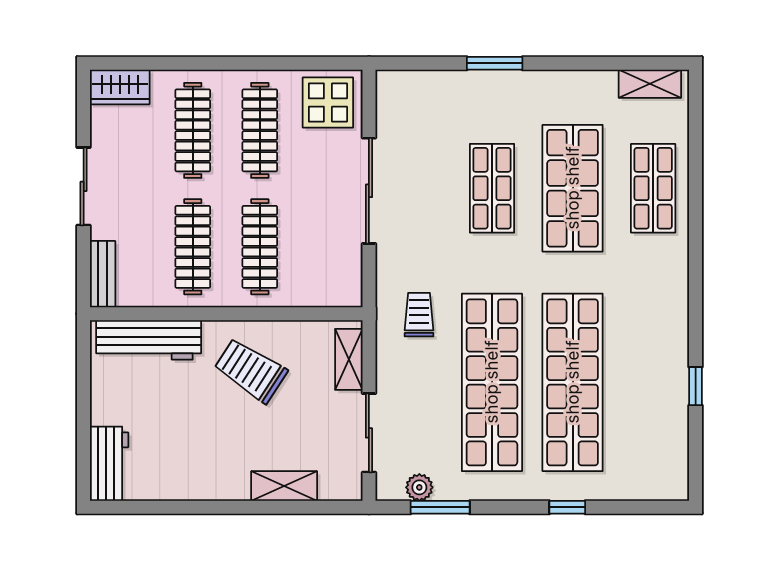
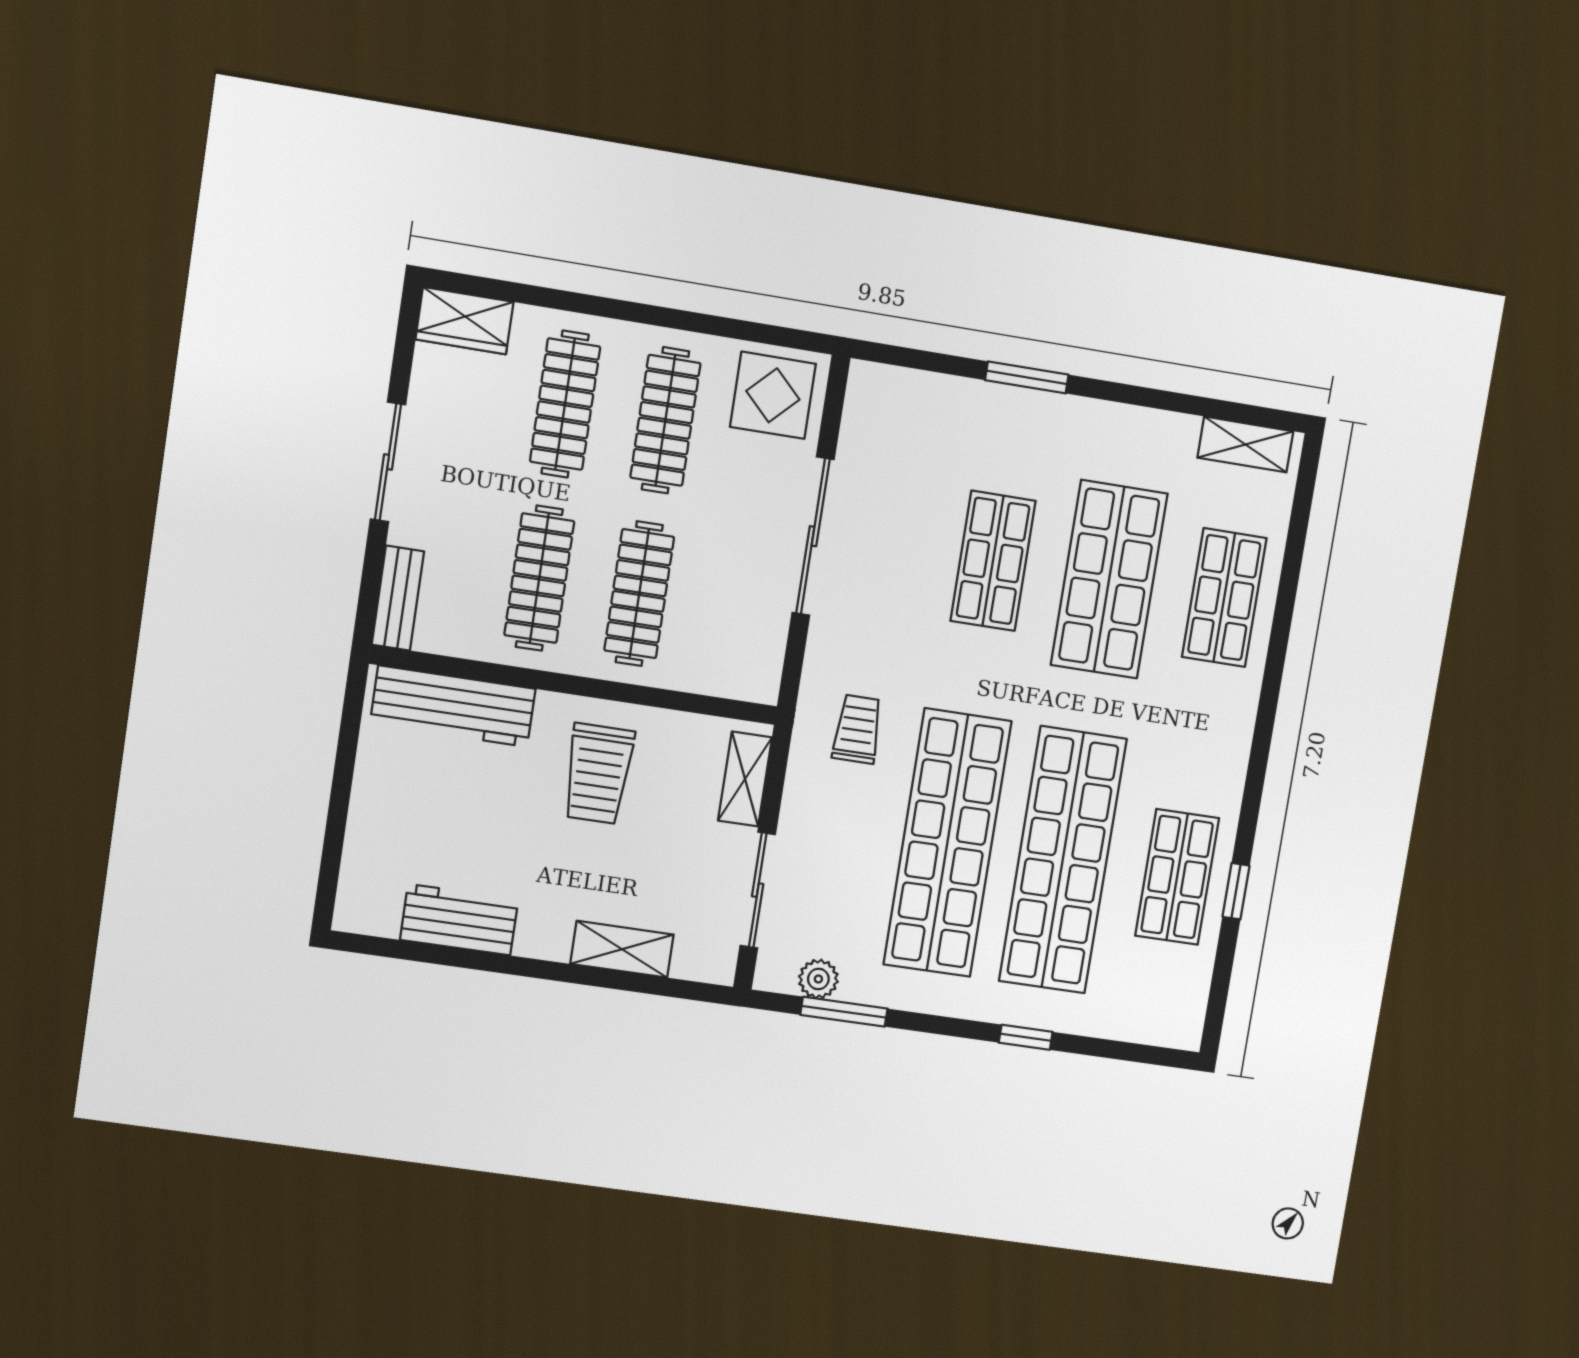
trolley: (251, 370) -> (598, 774), turned -123
shop shelf: (653, 382) -> (1177, 877), added
workbench: (109, 464) -> (459, 920), moved, turned -90

